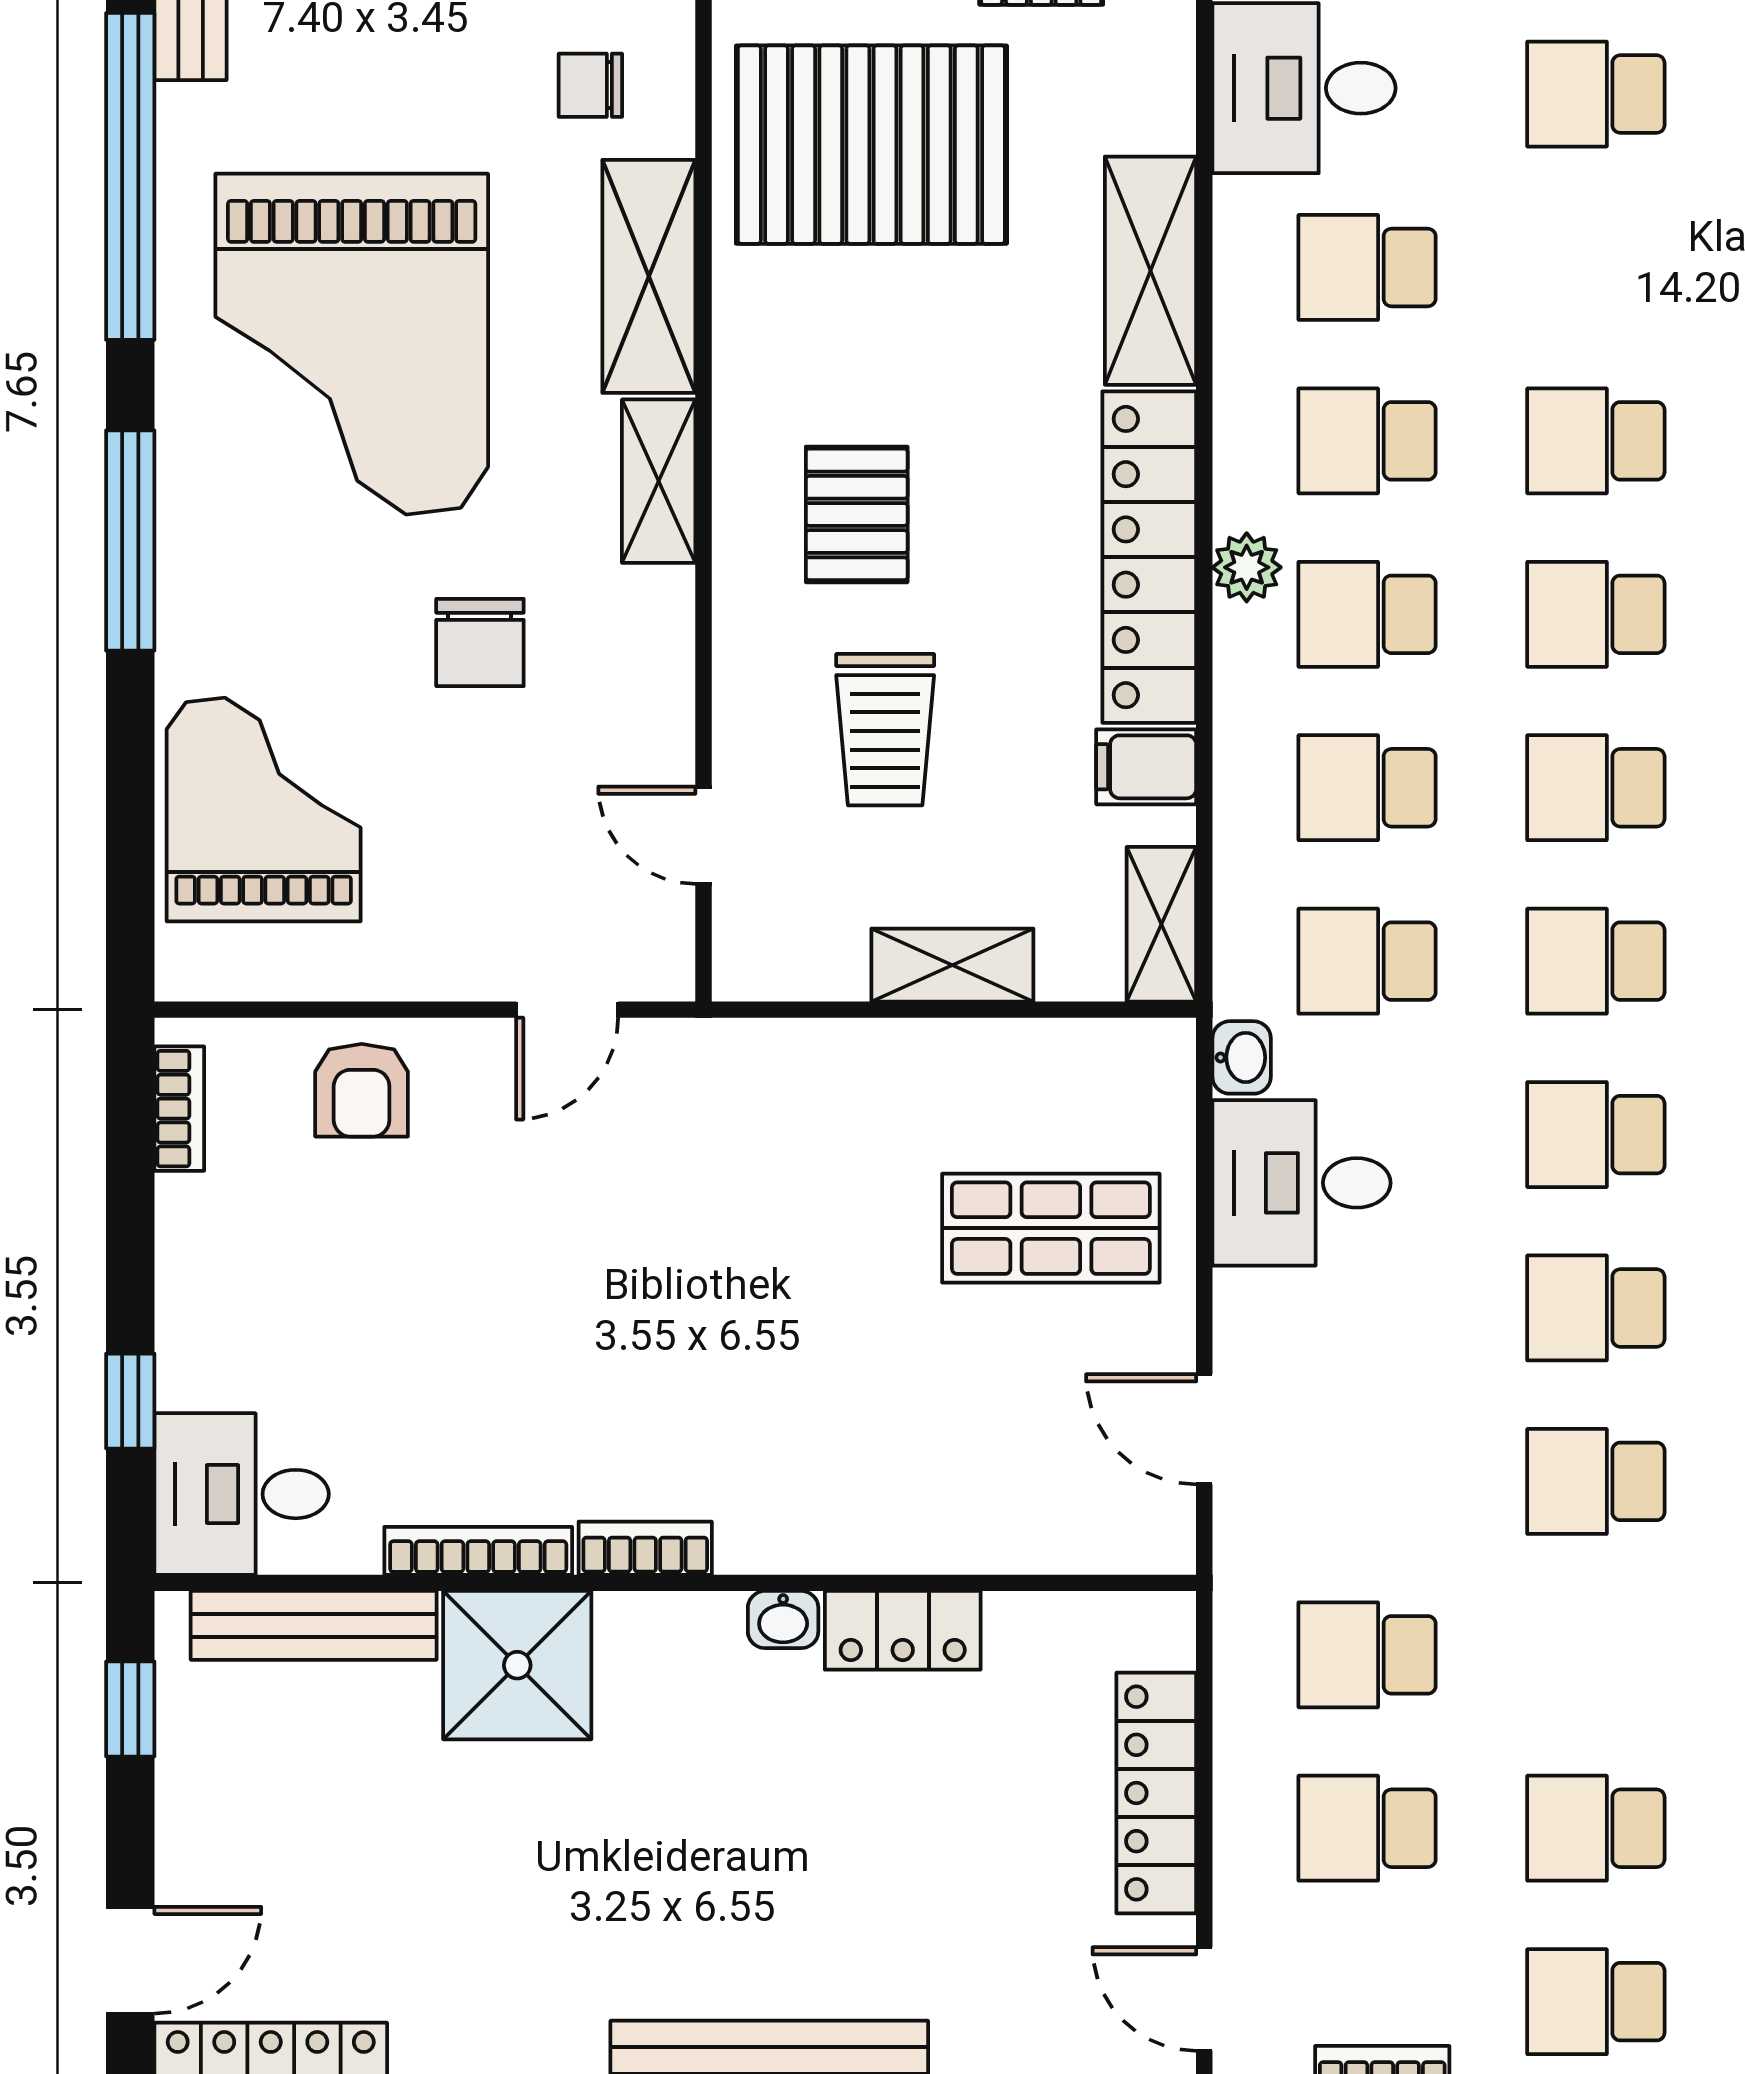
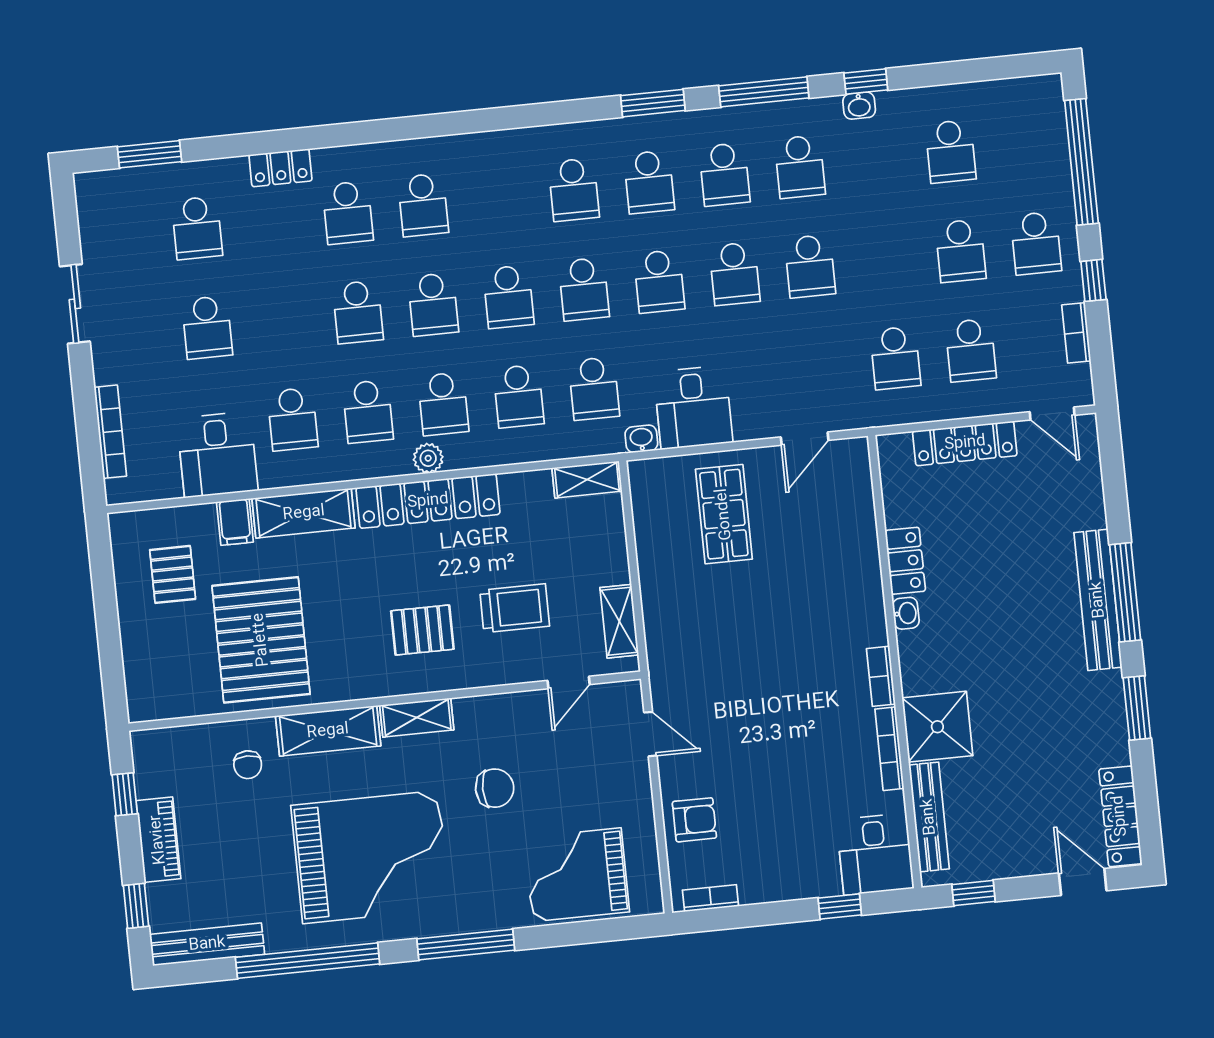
filing cabinet: (1146, 767) -> (235, 522), moved
shelving: (952, 965) -> (619, 621), moved
door: (1204, 1999) -> (1052, 413), hinge flipped

